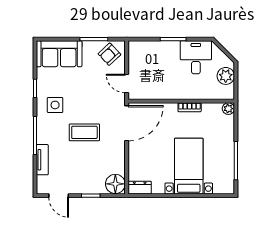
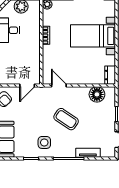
door: (127, 123) -> (59, 85), width x0.53
coffee table: (84, 132) -> (66, 119), turned -56
floor lamp: (115, 184) -> (97, 94), moved

